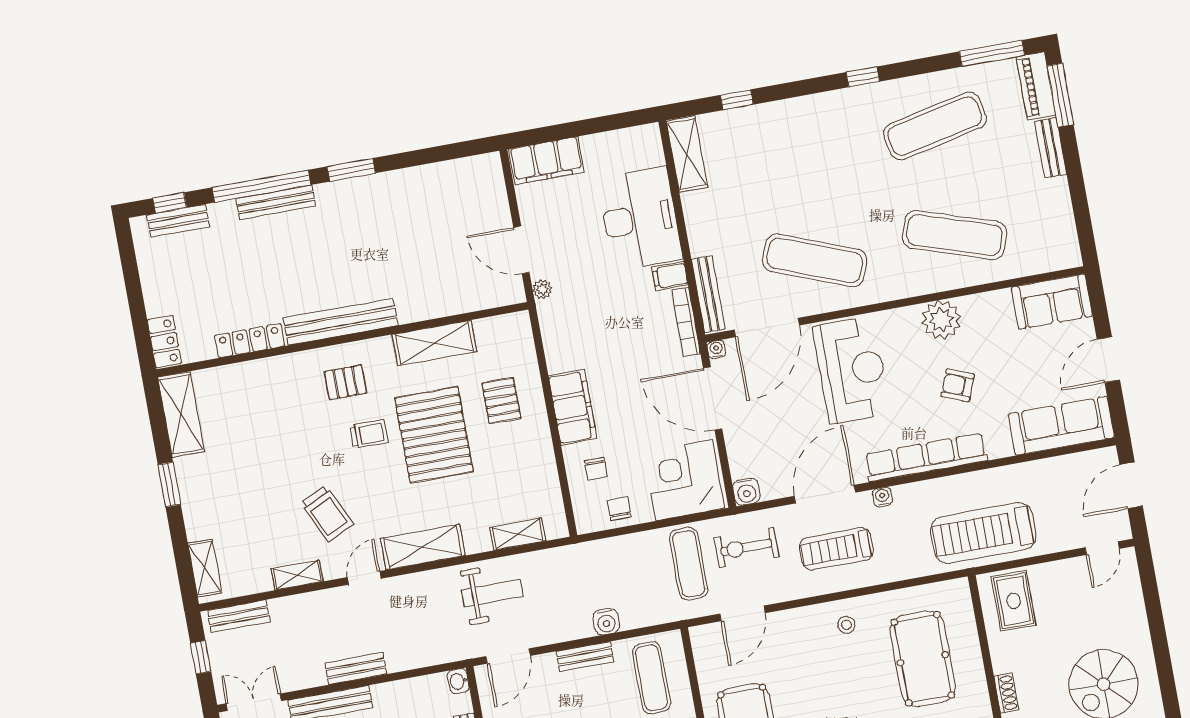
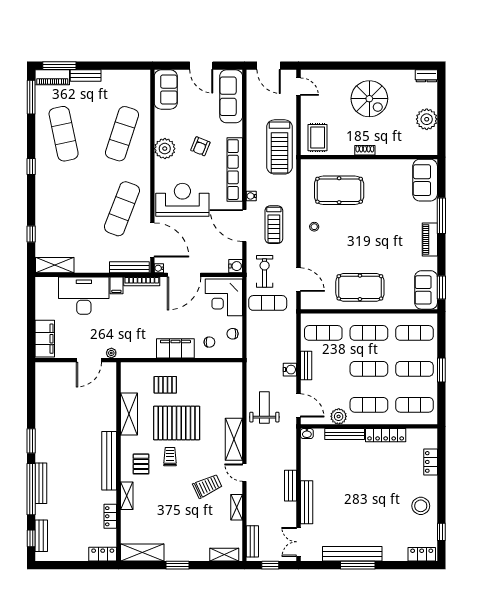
locker: (250, 341) -> (110, 516), width x0.66
shelving: (518, 534) -> (127, 496), moved
exercise bike: (746, 547) -> (265, 271), turned 180
rug: (1014, 601) -> (318, 138), turned 90
water cooler: (606, 622) -> (290, 370), moved

